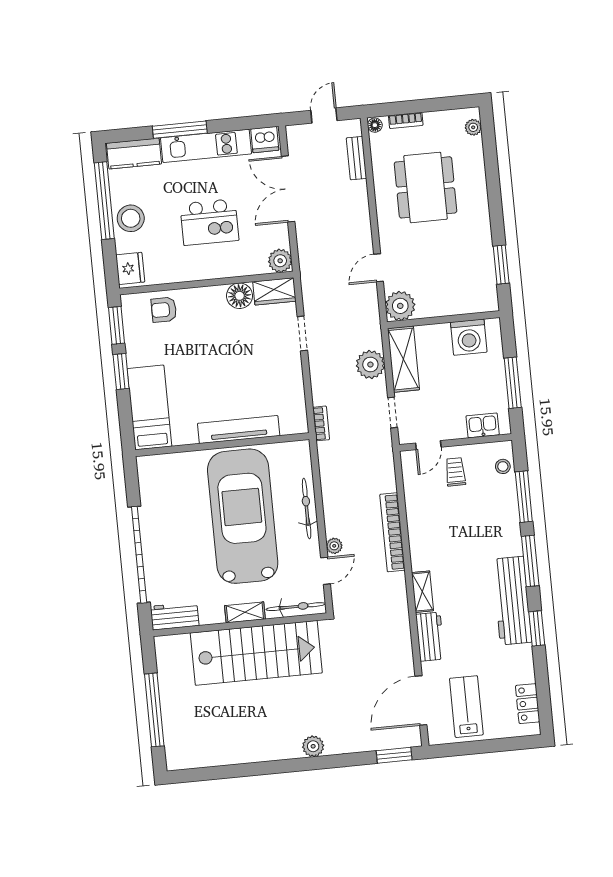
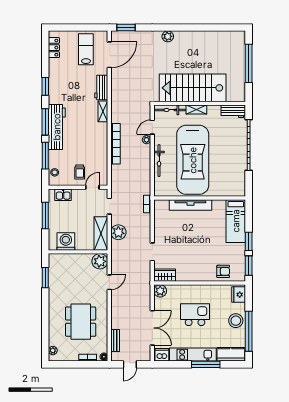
floor lamp: (240, 296) -> (183, 275), removed
workbench: (512, 601) -> (57, 127), moved
lab bench: (466, 707) -> (86, 49), turned 180

